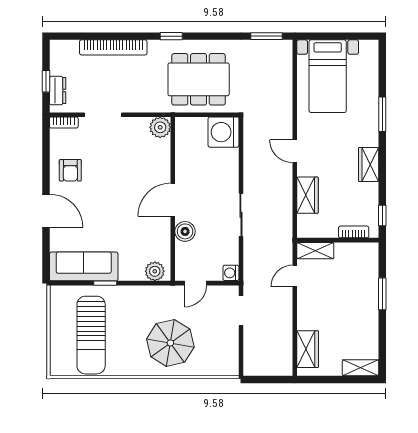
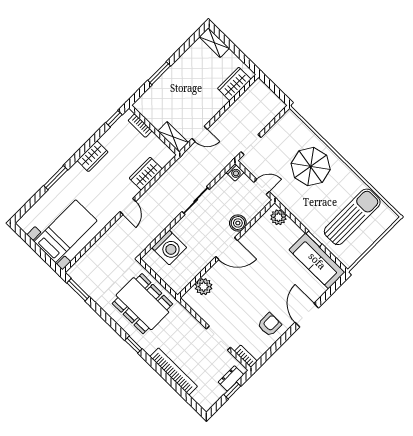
plant: (160, 127) -> (204, 287), moved
washing machine: (224, 132) -> (169, 248), moved

